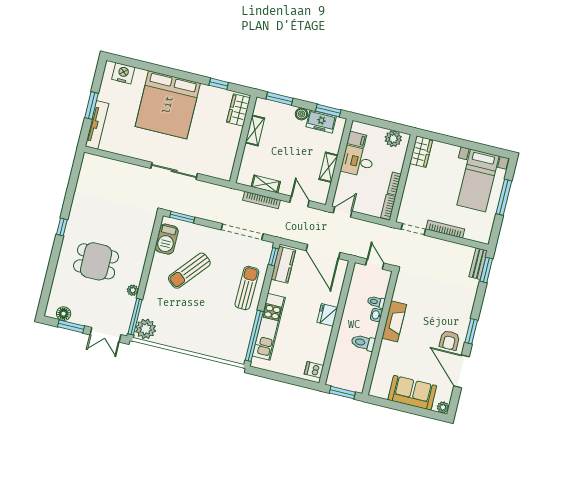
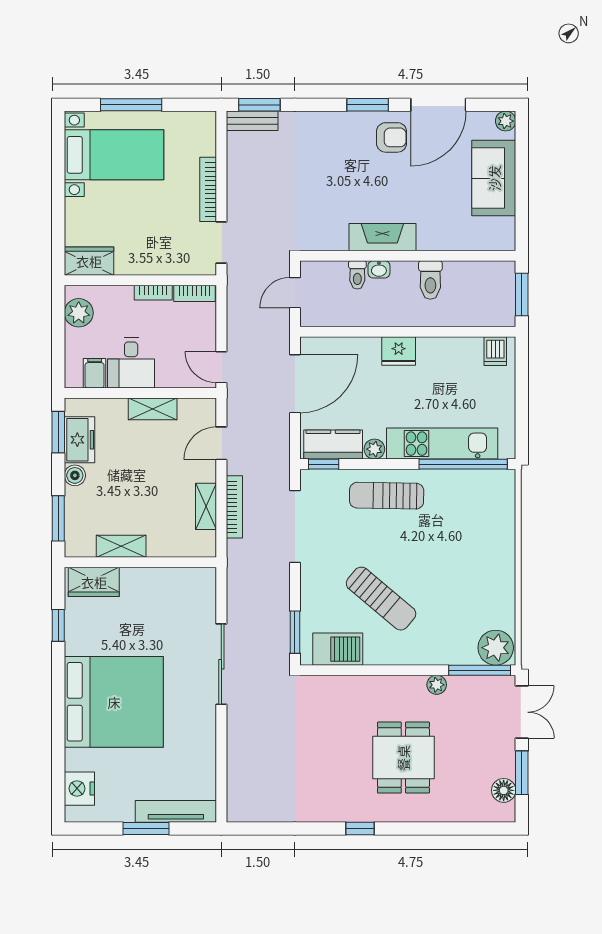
plant: (275, 288) -> (374, 449), added

